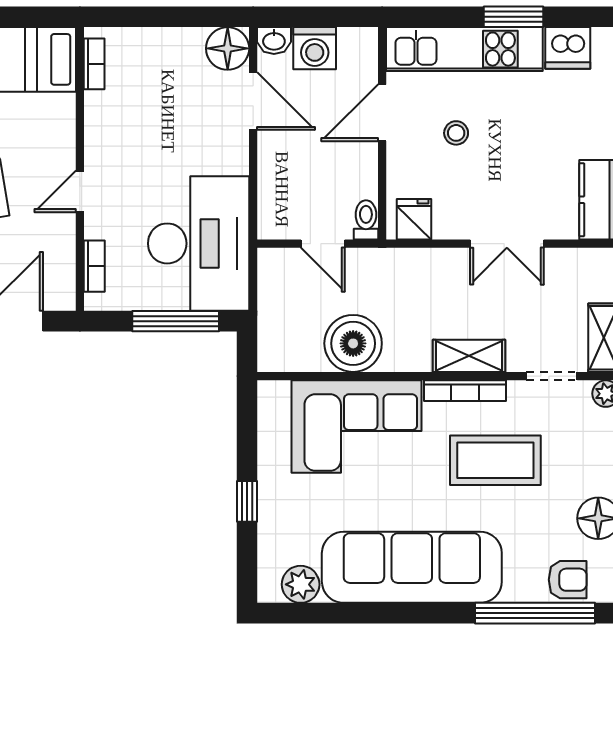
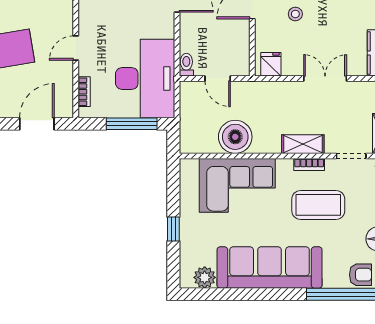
toilet: (366, 220) -> (186, 65), moved
double door: (507, 244) -> (325, 79), swing flipped
bookcase: (465, 391) -> (309, 164), width x0.64

